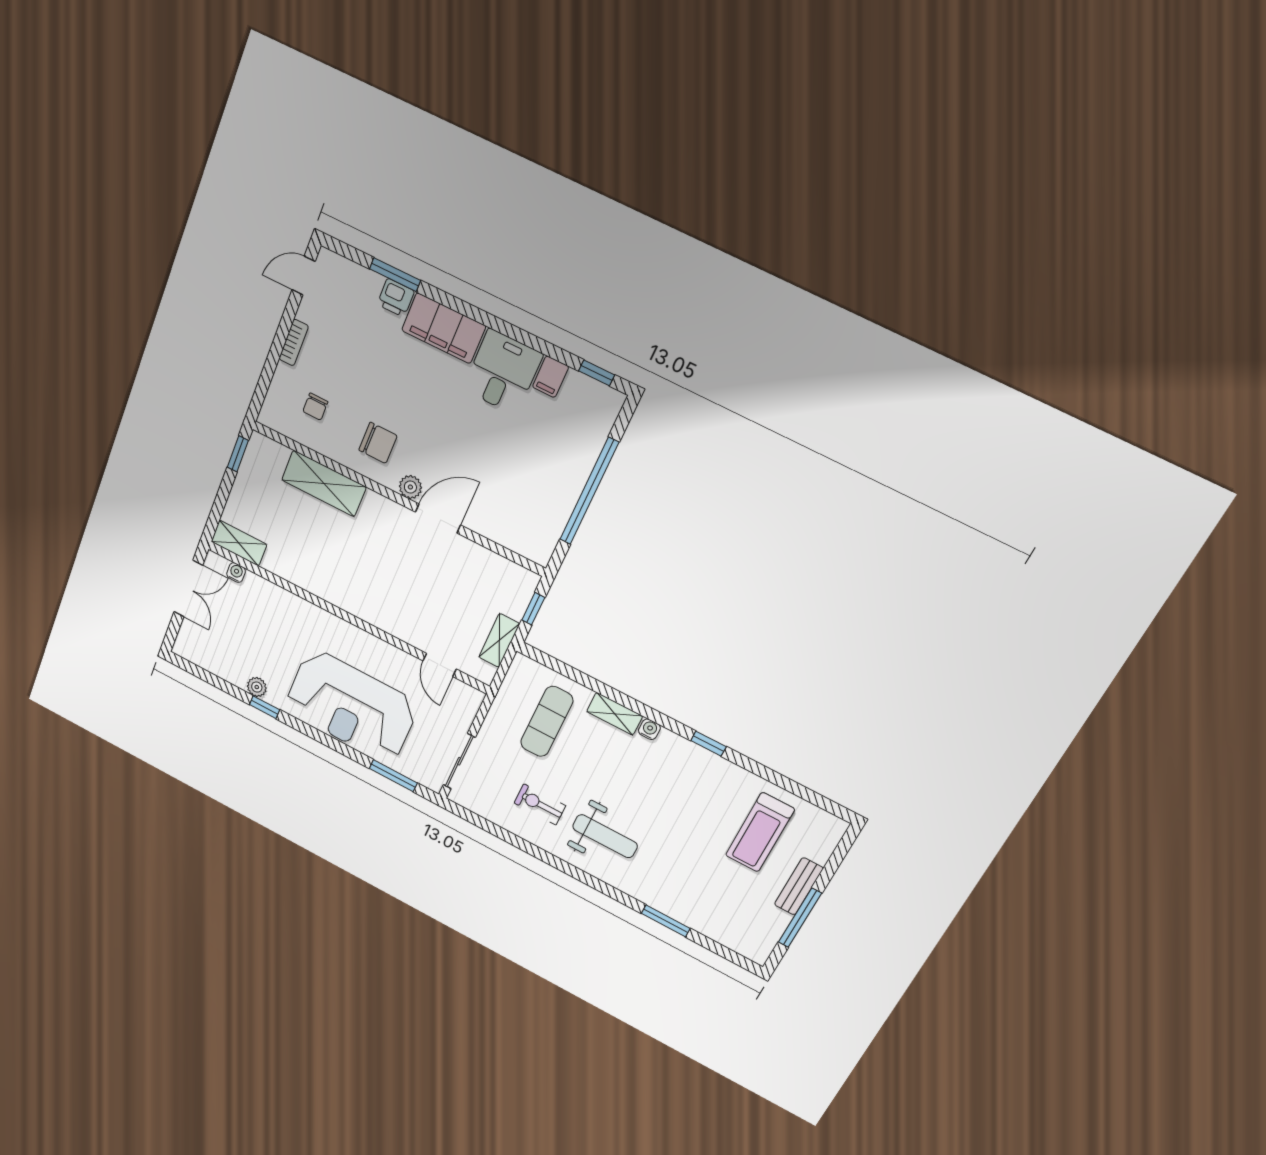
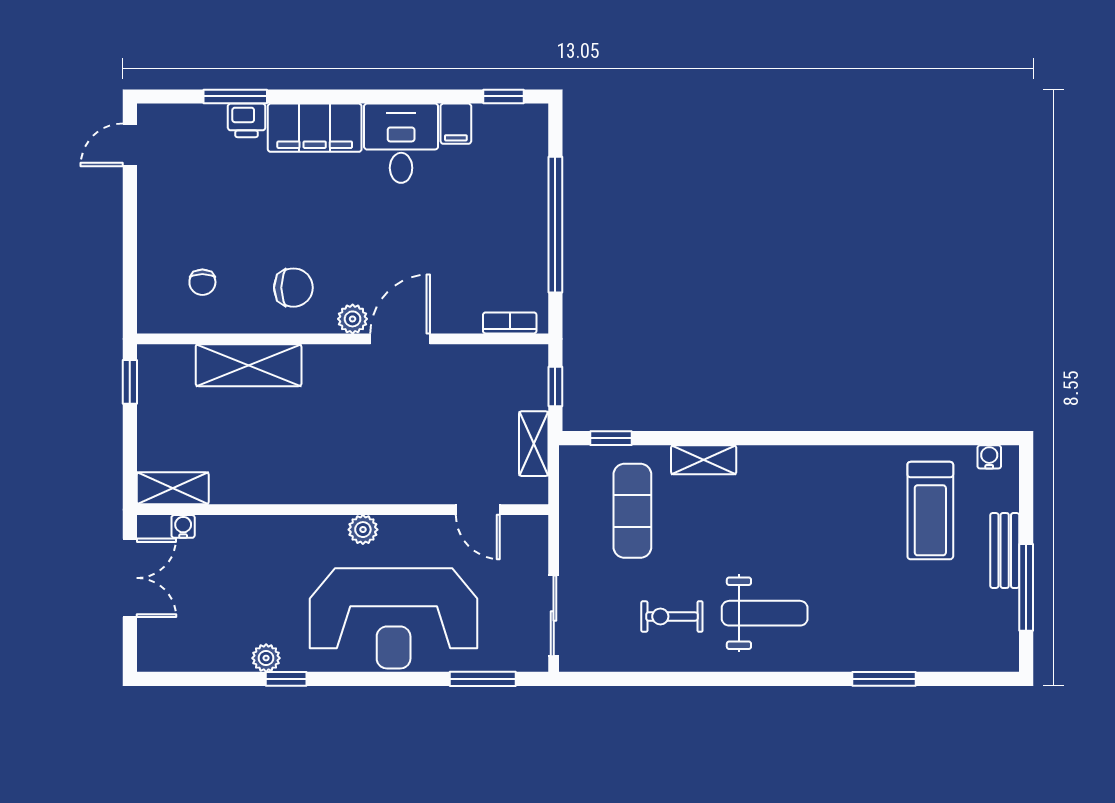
bookcase: (294, 342) -> (510, 323), moved, turned -90
plant: (355, 637) -> (363, 530), added
water cooler: (649, 729) -> (989, 457), moved
window: (708, 744) -> (611, 438), moved

